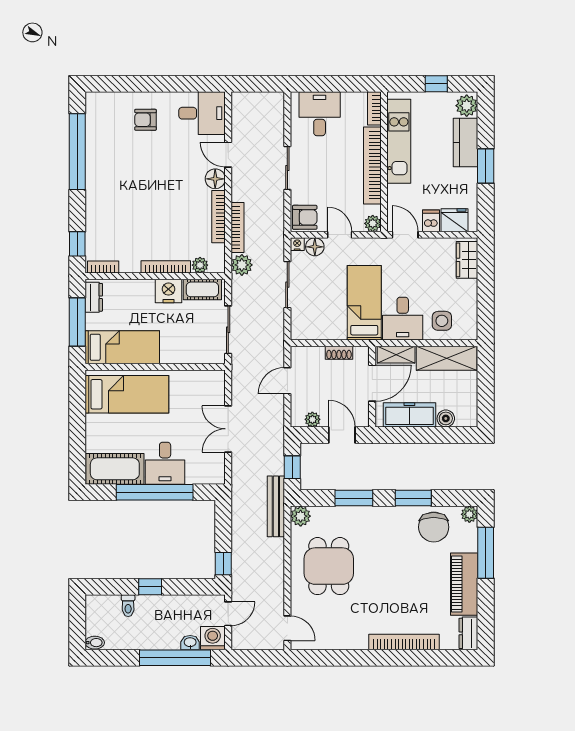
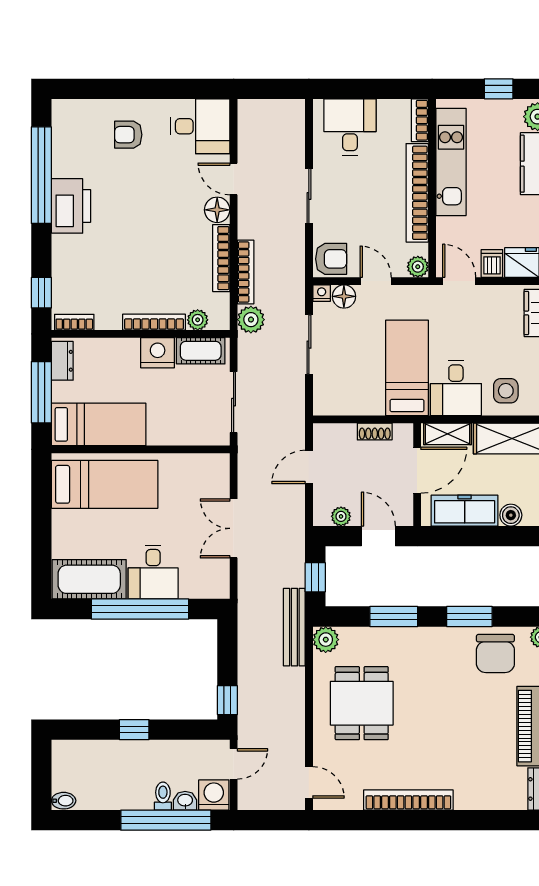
printer: (101, 176) -> (71, 206), added
toilet: (128, 606) -> (163, 796), moved, turned 180
bookcase: (404, 642) -> (408, 800), moved

